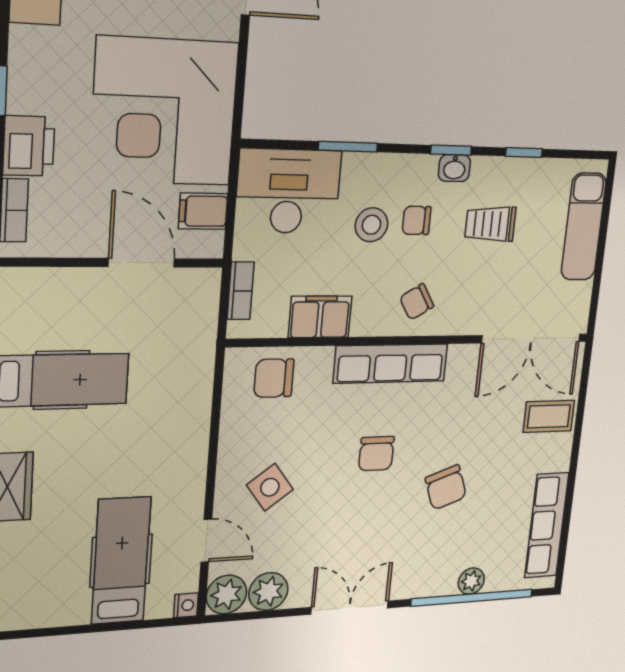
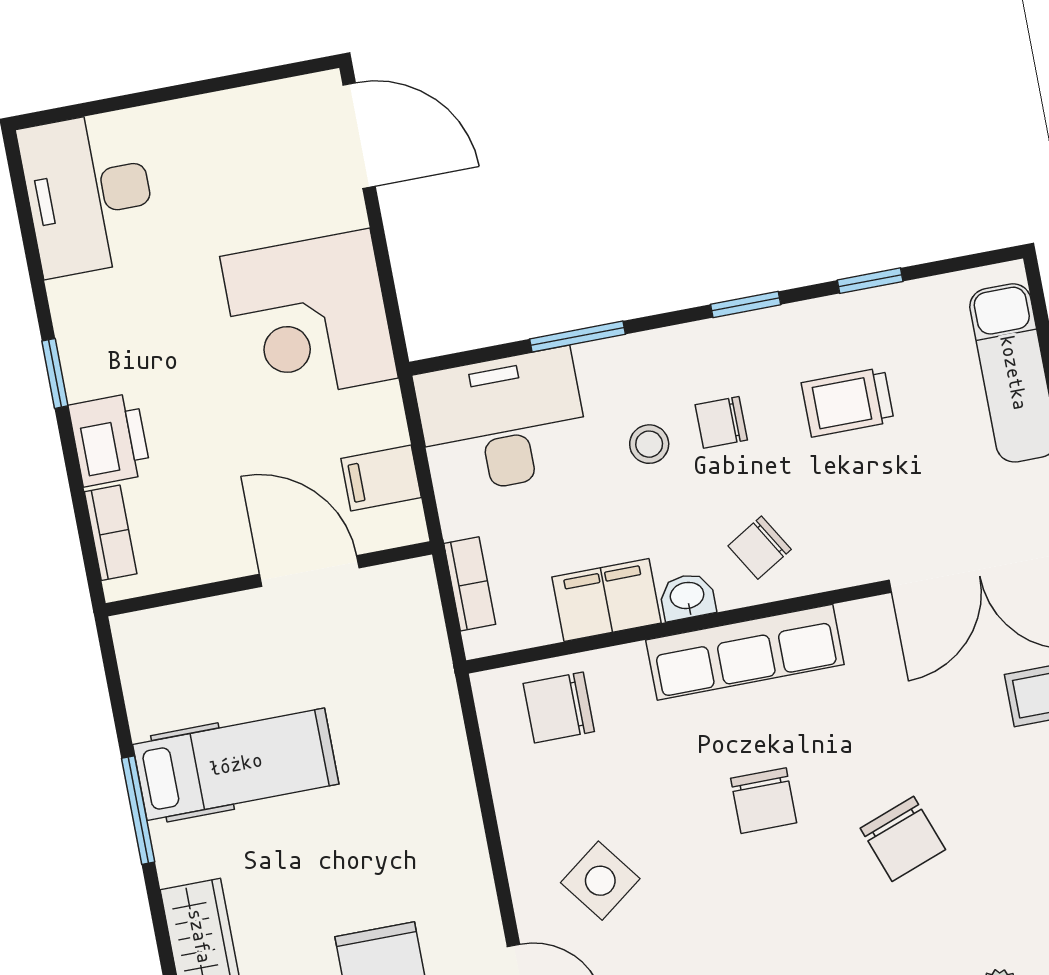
corner desk: (164, 112) -> (309, 317), width x0.74, depth x0.74
washbasin: (454, 168) -> (687, 597), moved, turned 180
stool: (372, 225) -> (649, 444), width x0.73, depth x0.73

